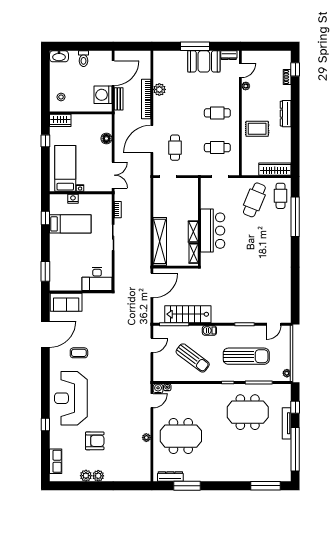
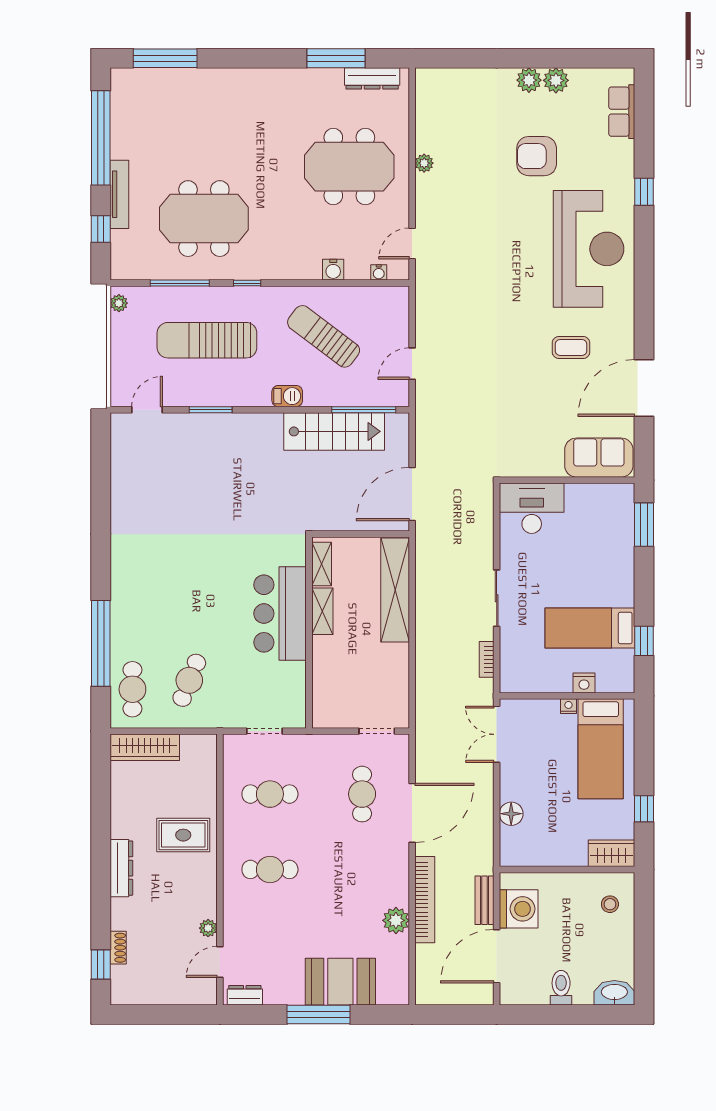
booth: (204, 61) -> (340, 982), moved
cafe table: (254, 200) -> (189, 680), width x0.73, depth x0.74
water cooler: (158, 389) -> (333, 270), moved

